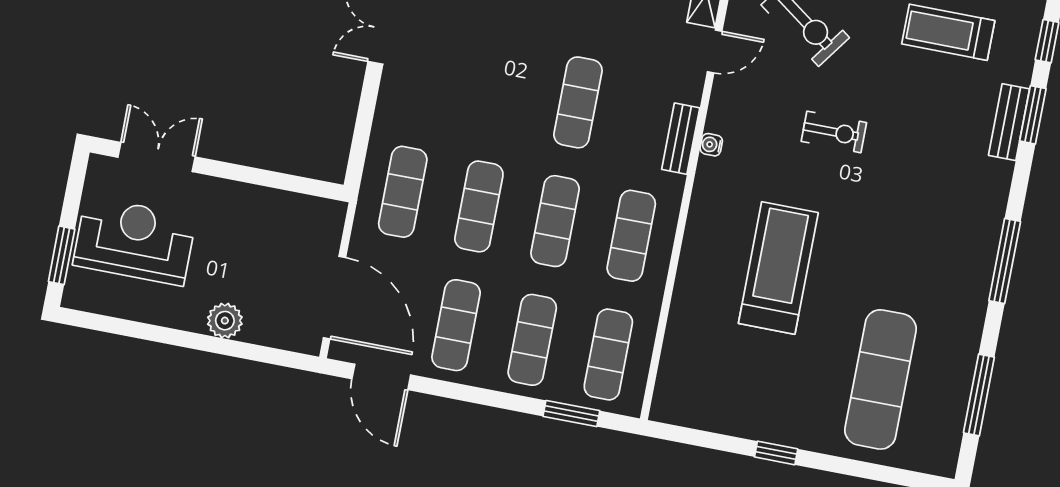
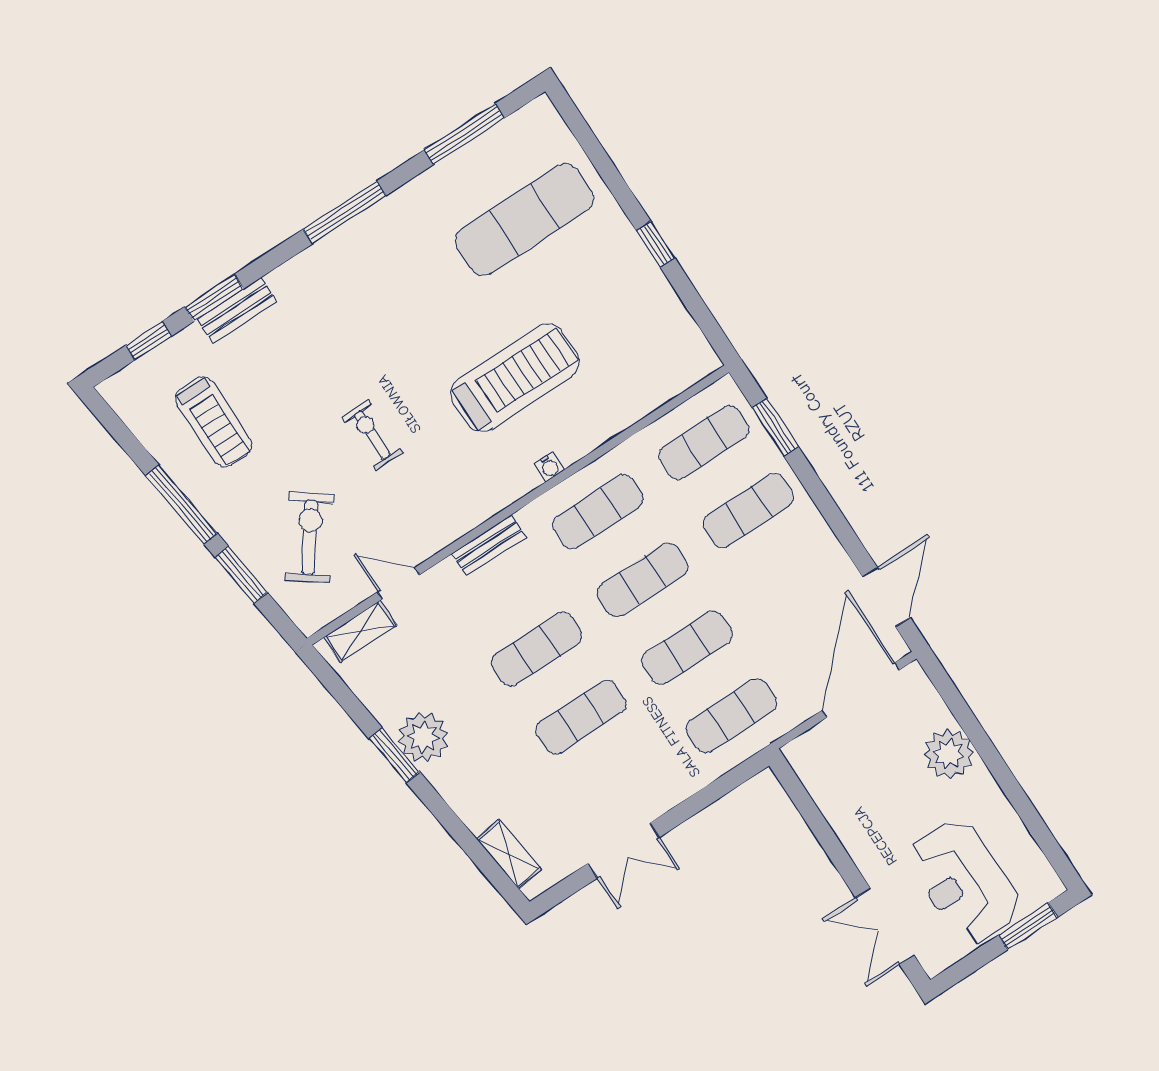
water cooler: (711, 145) -> (549, 467), moved
treadmill: (778, 268) -> (515, 378), turned 180
plant: (225, 321) -> (949, 754), width x1.36, depth x1.36
exercise mat: (456, 325) -> (581, 717), moved

